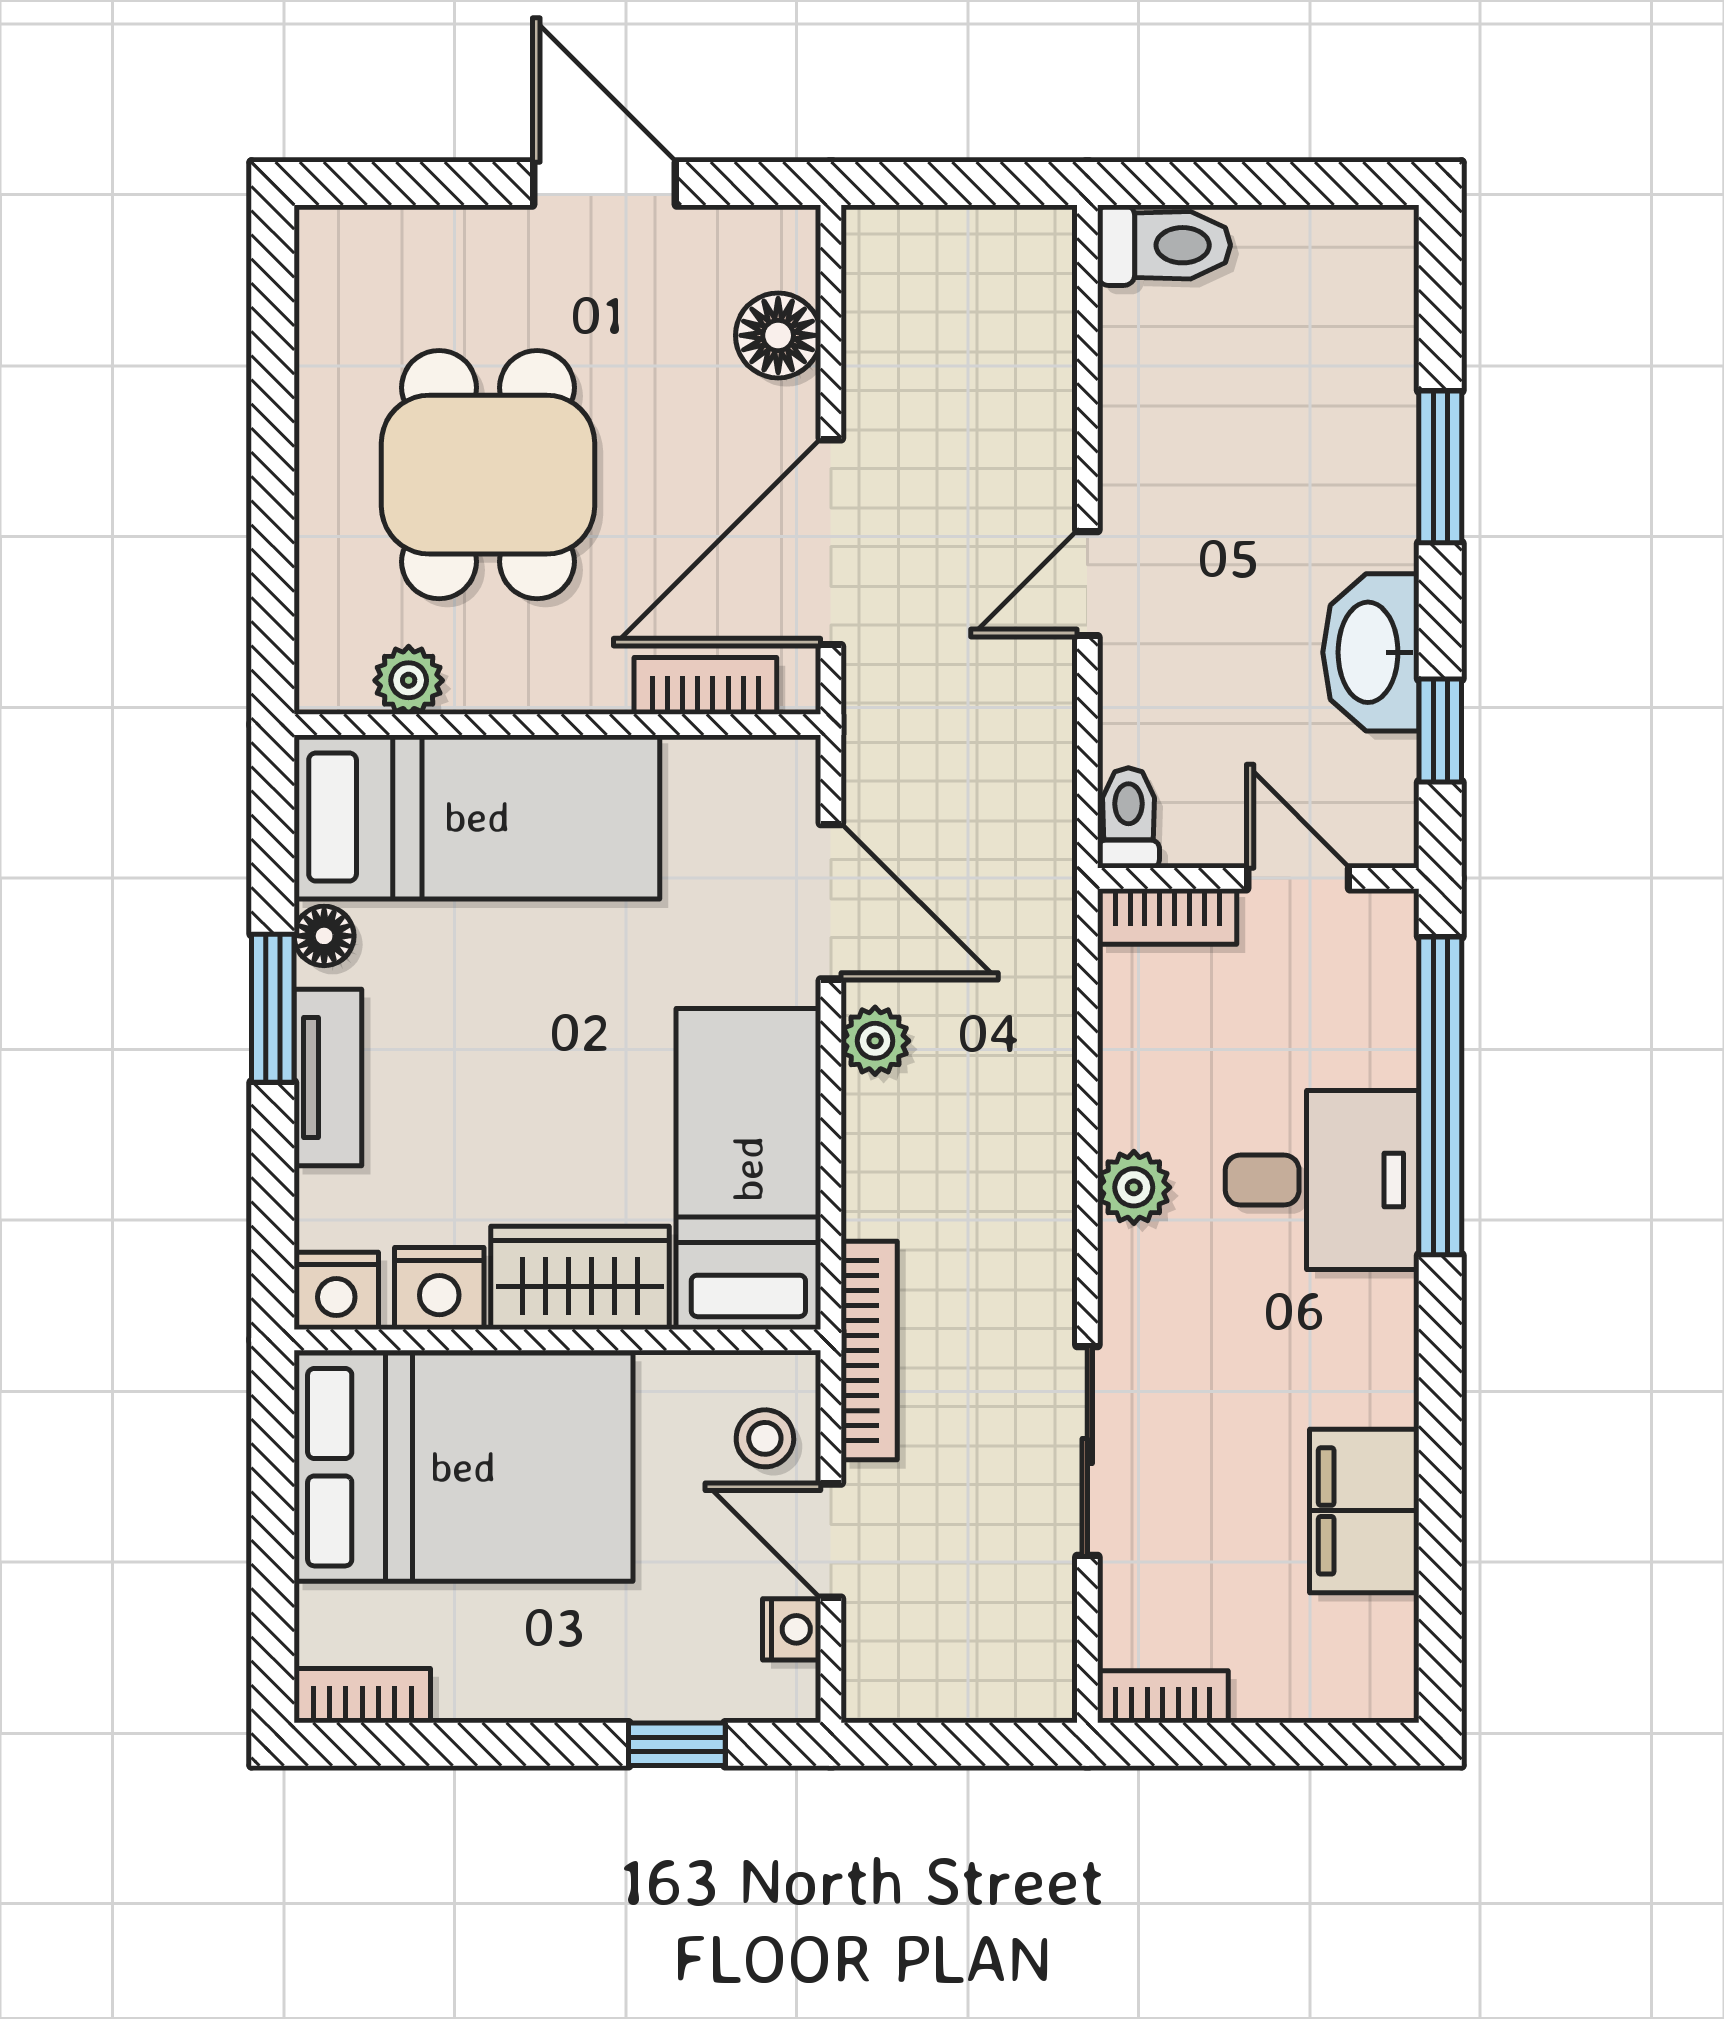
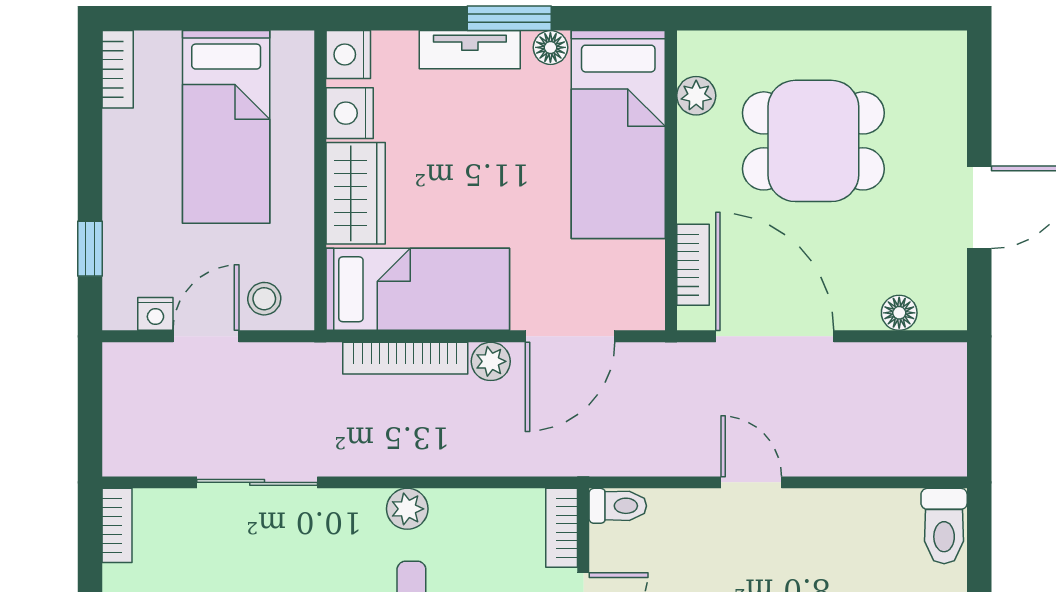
floor lamp: (778, 335) -> (899, 313), width x0.73, depth x0.73
bookcase: (869, 1351) -> (405, 358), moved
bed: (463, 1467) -> (226, 127), width x0.67

